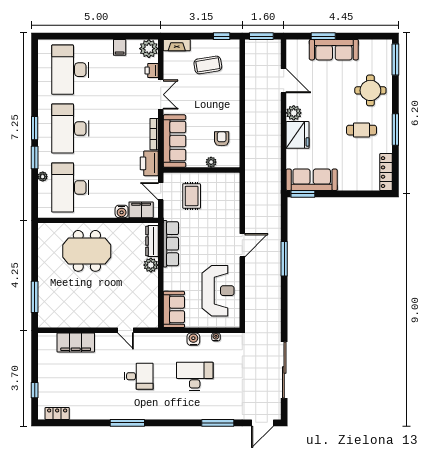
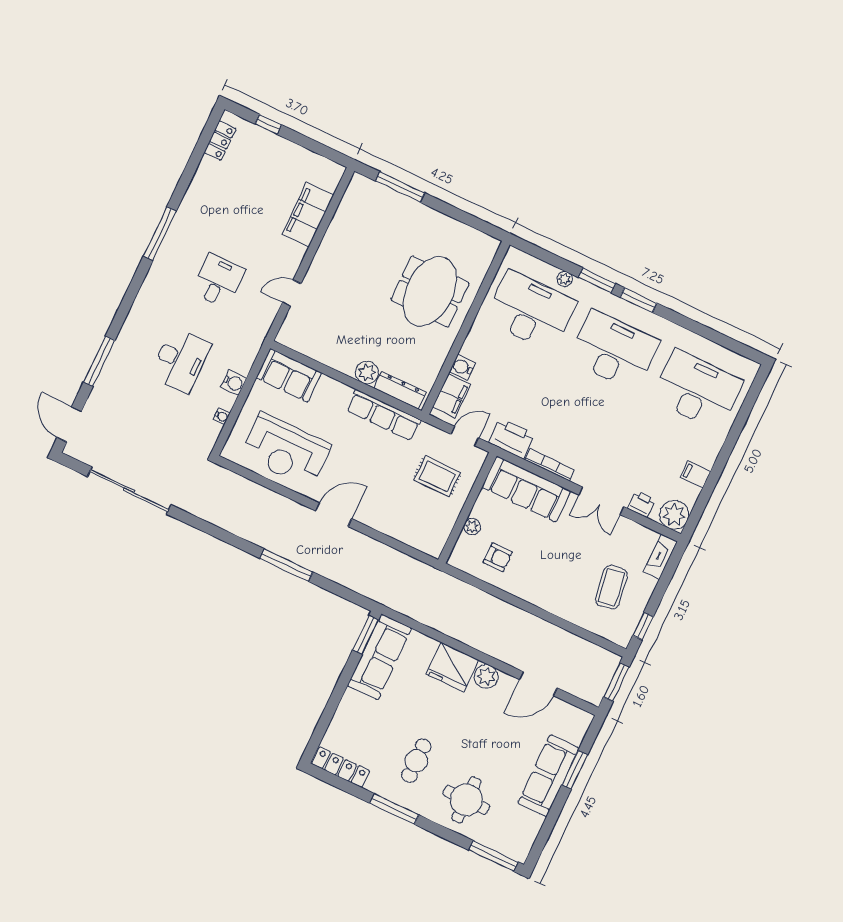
door: (242, 245) -> (334, 515), swing flipped
desk: (139, 376) -> (218, 281), turned 180

